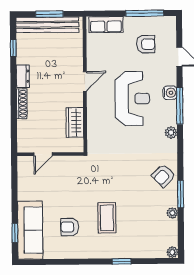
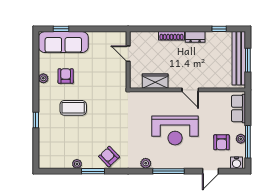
plant: (141, 22) -> (241, 139), added
water cooler: (170, 93) -> (237, 163), moved
plant: (172, 252) -> (43, 78), moved

